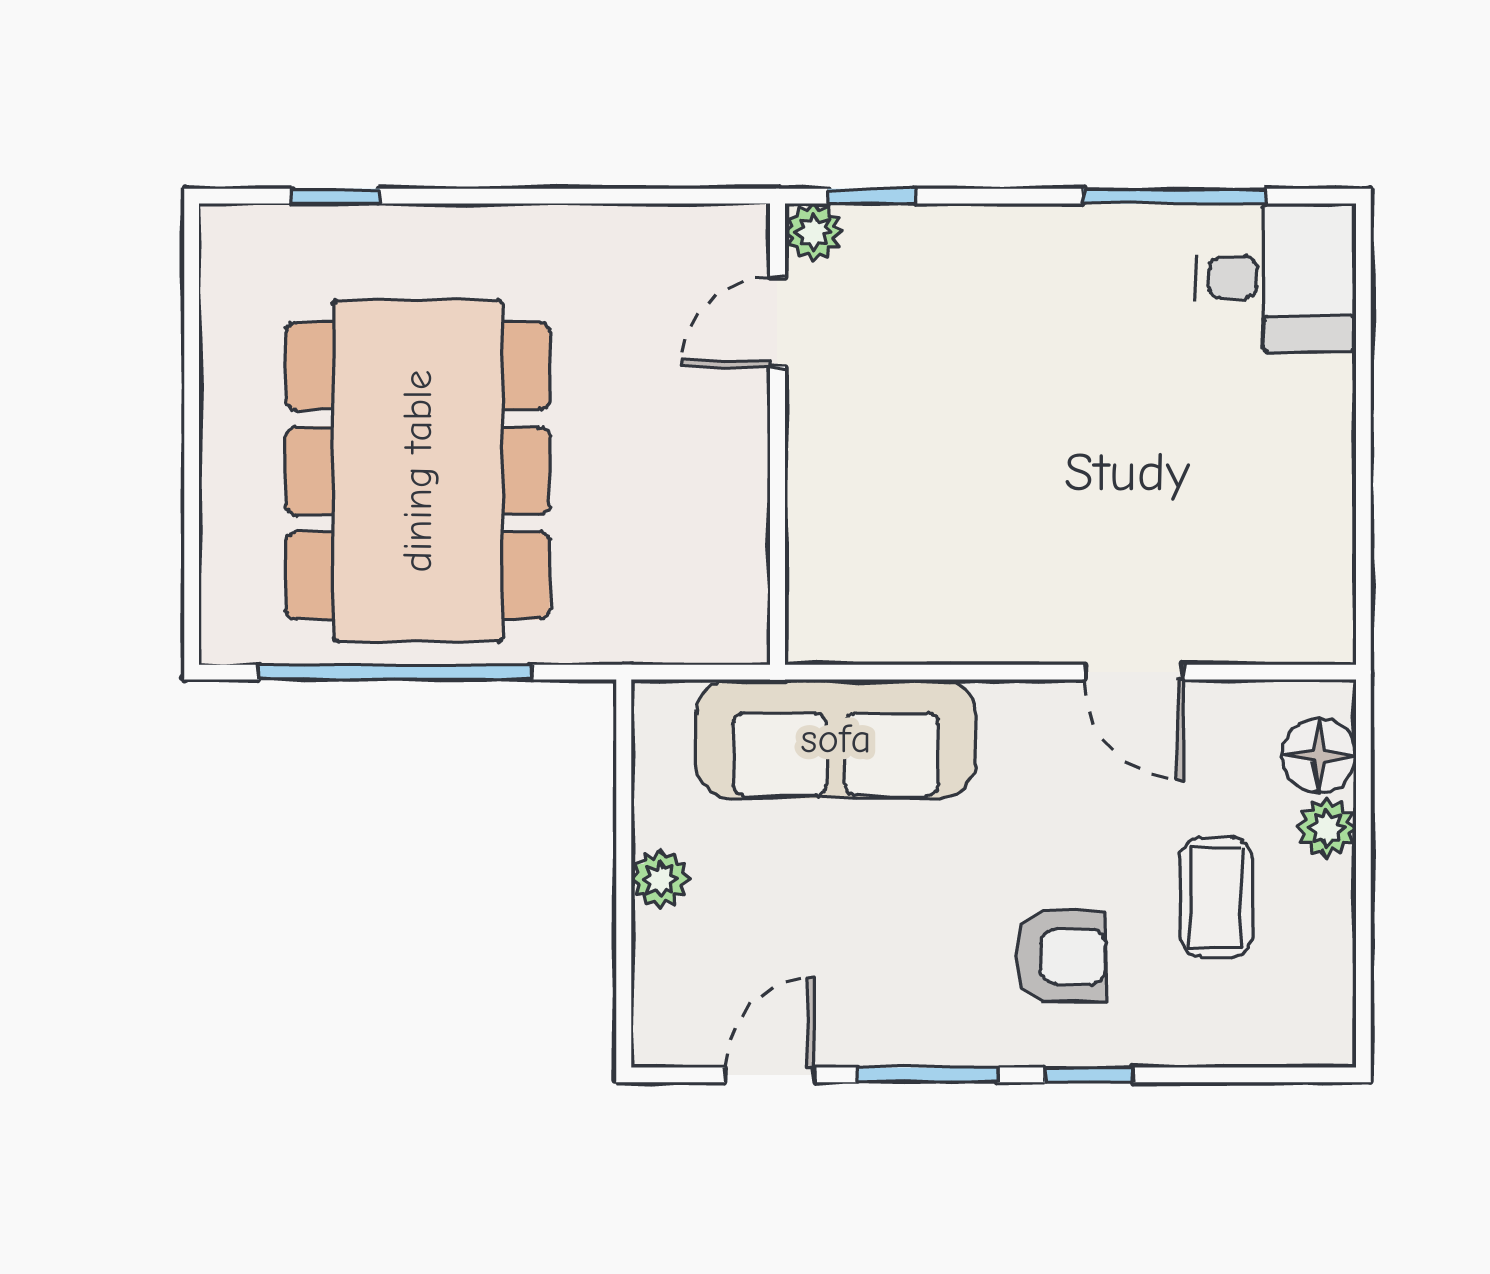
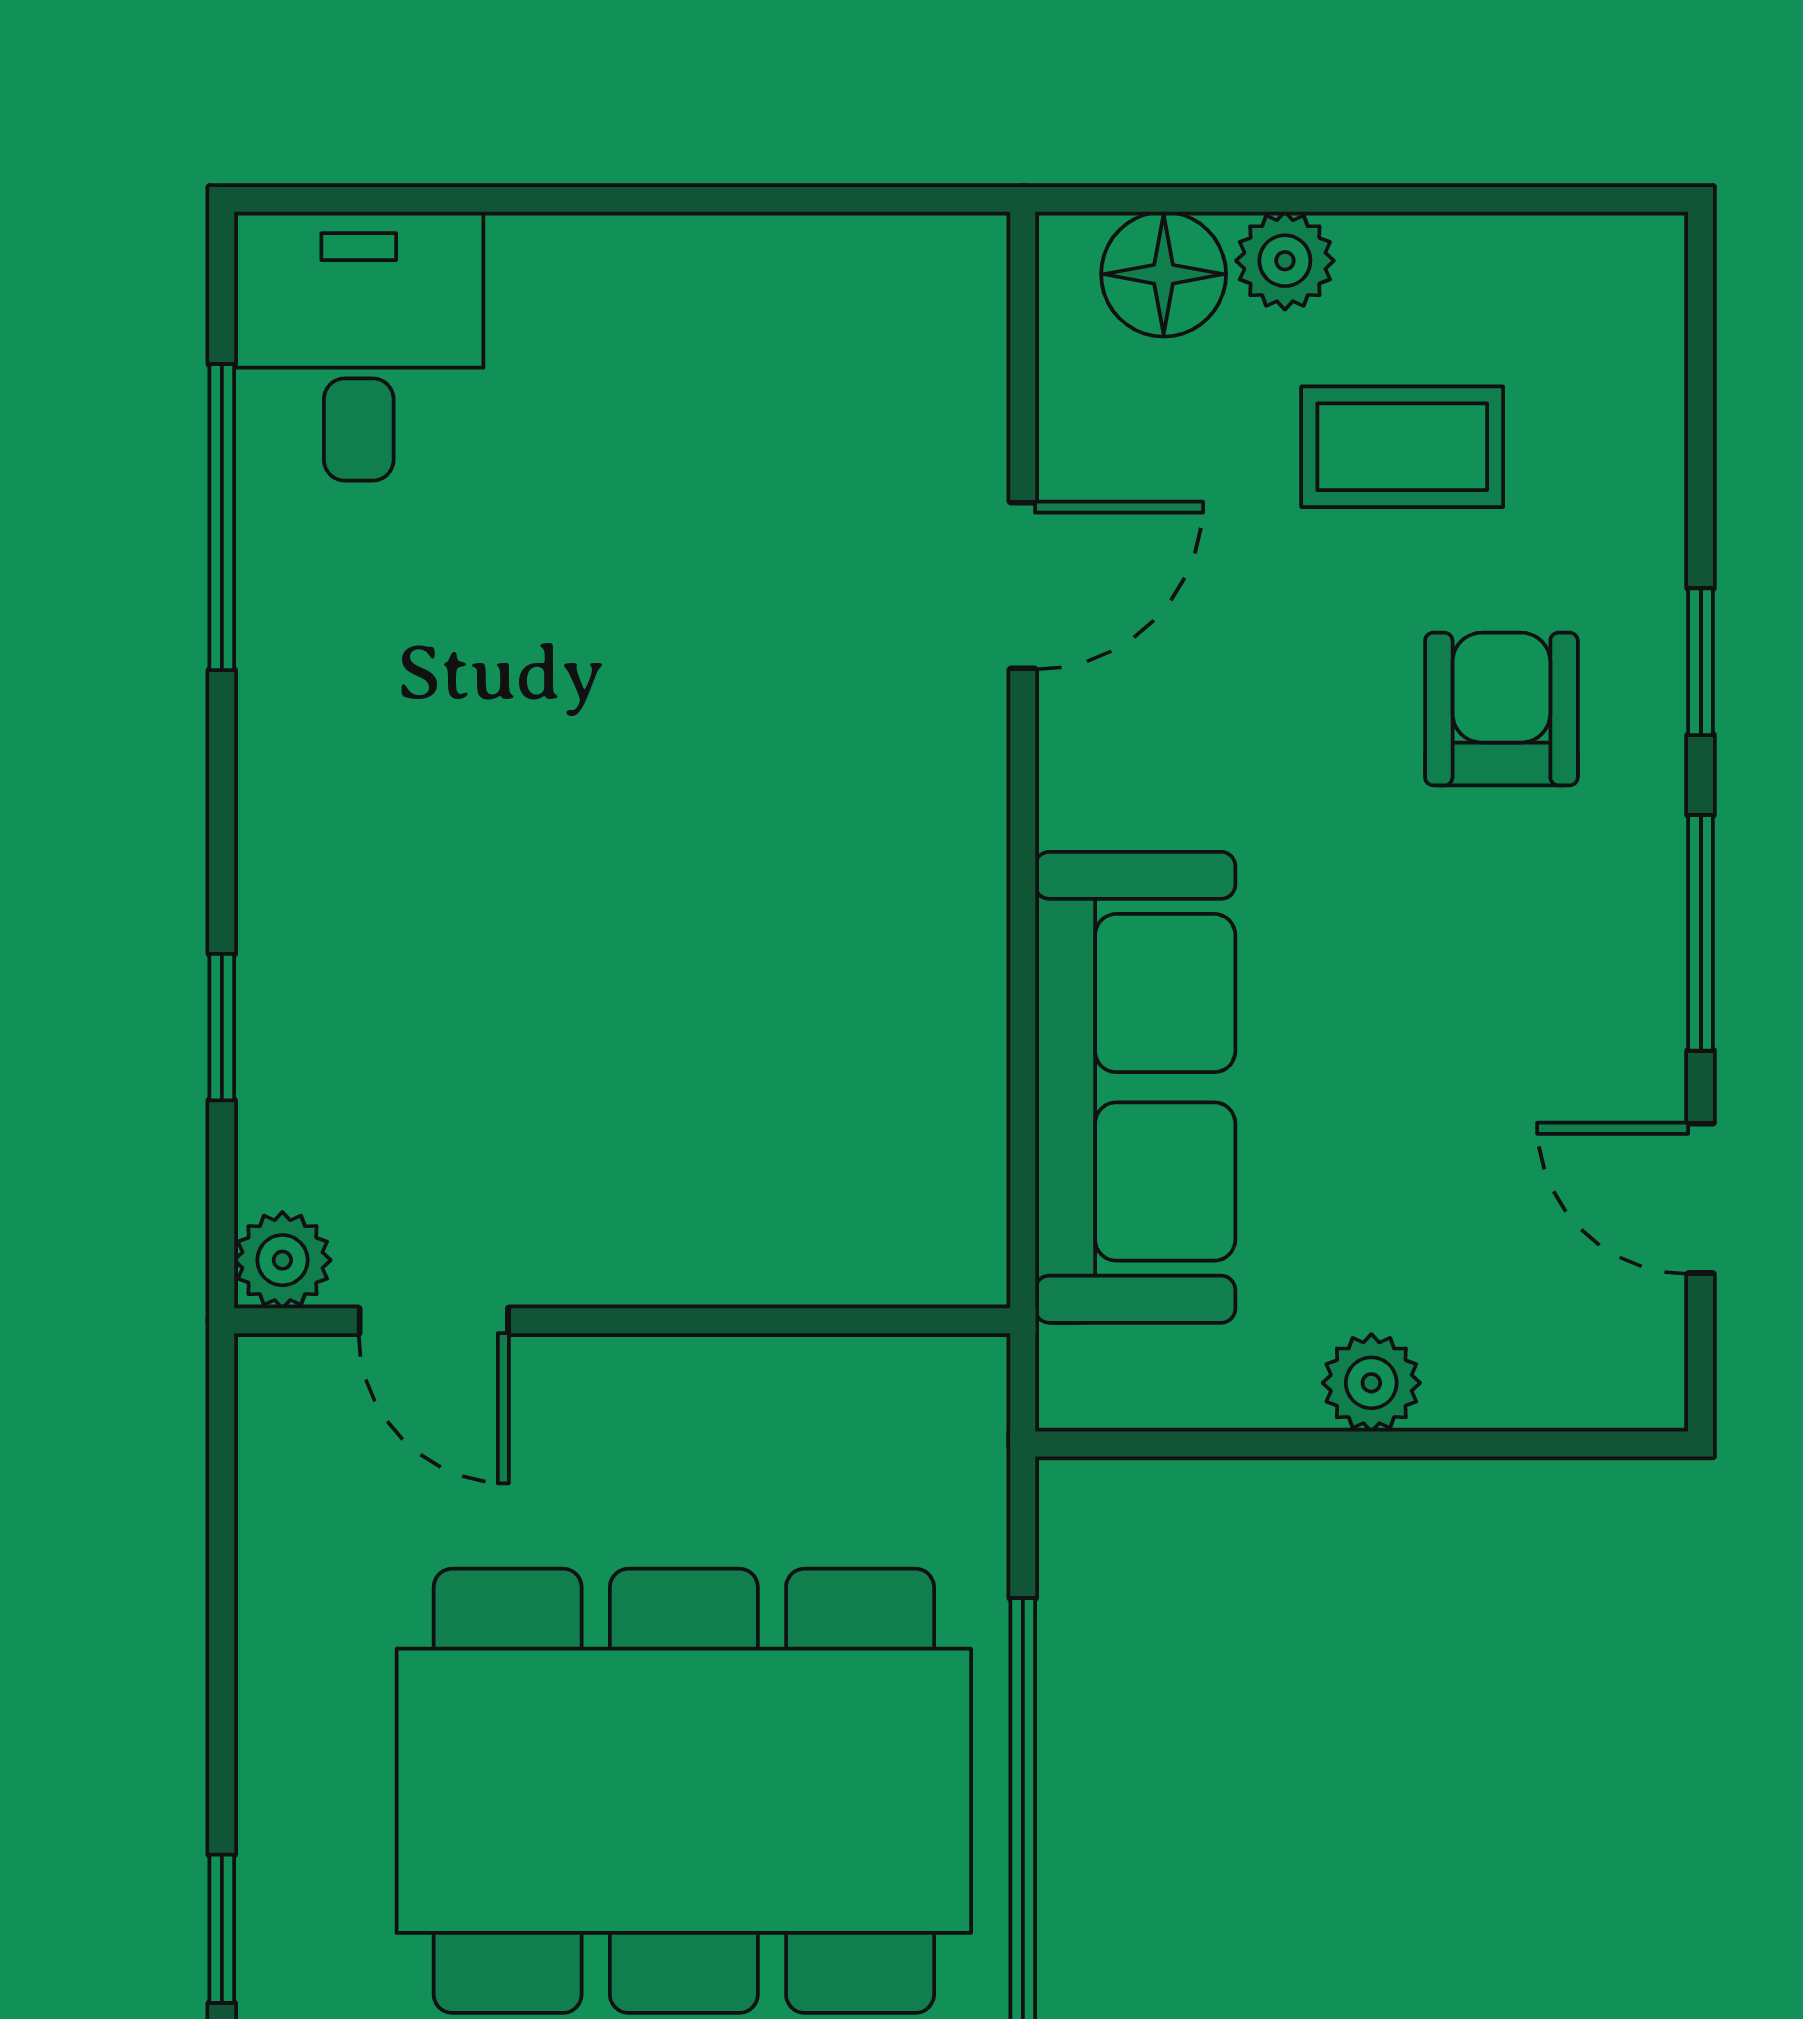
plant: (814, 232) -> (282, 1260), moved
door: (777, 322) -> (434, 1321), moved
wall: (777, 434) -> (622, 1321), moved

